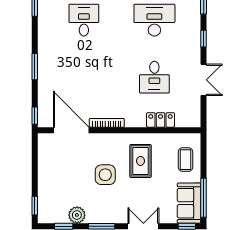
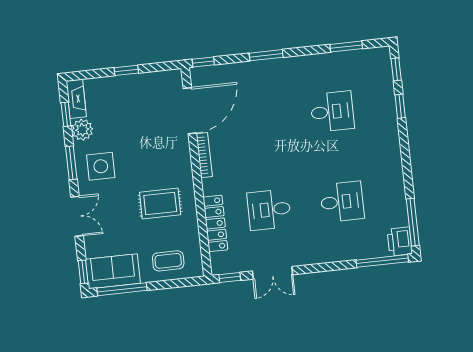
desk: (154, 20) -> (342, 202), width x0.73
window: (204, 39) -> (230, 278), moved
locker: (160, 120) -> (215, 223), width x1.53
side table: (105, 175) -> (101, 166), moved
window: (35, 206) -> (126, 70), moved
fireplace: (52, 217) -> (76, 99), added

